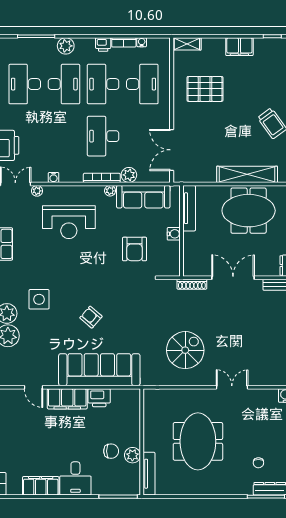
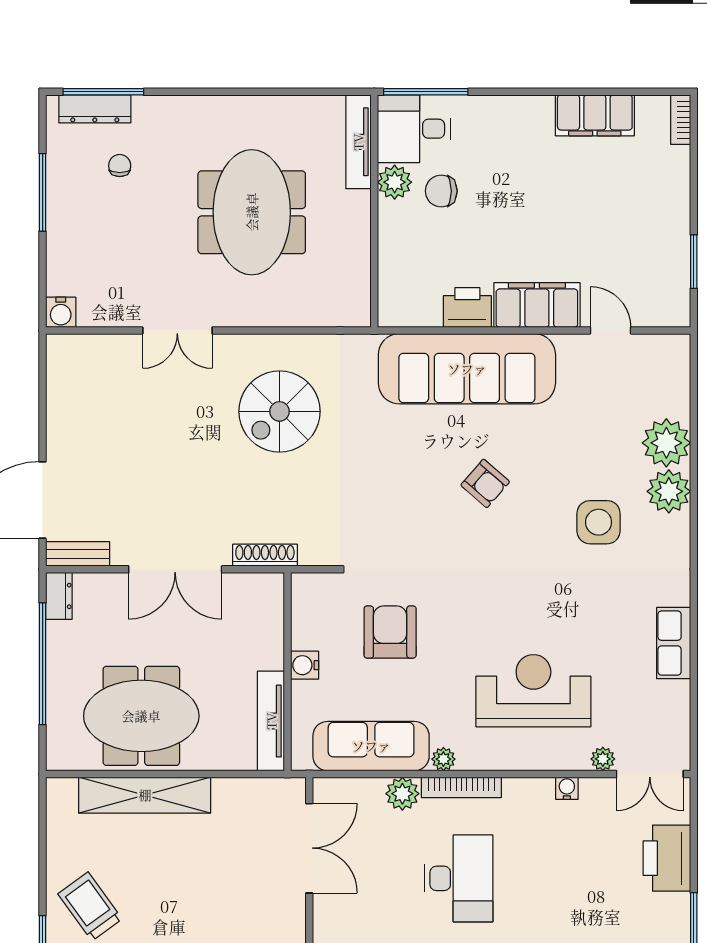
desk: (75, 478) -> (414, 129), moved, turned -90

